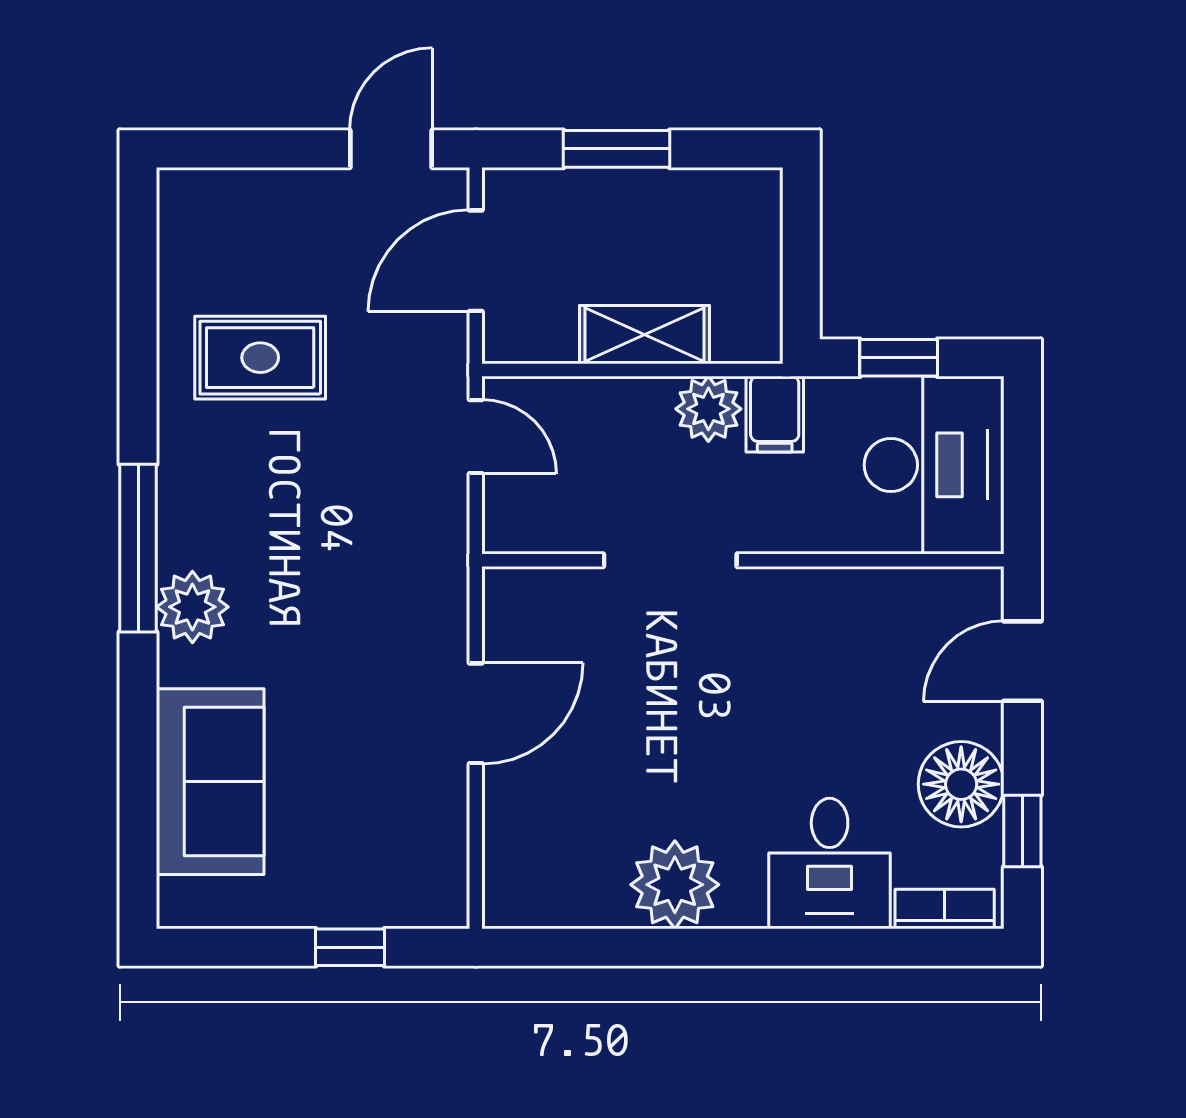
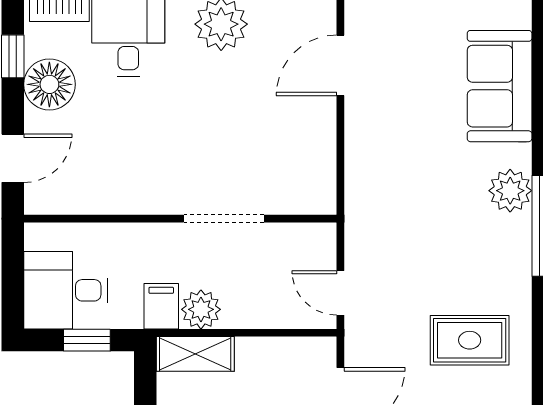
shelving: (645, 335) -> (195, 354), moved
desk: (934, 465) -> (66, 290), width x0.73
door: (476, 713) -> (340, 65), moved

